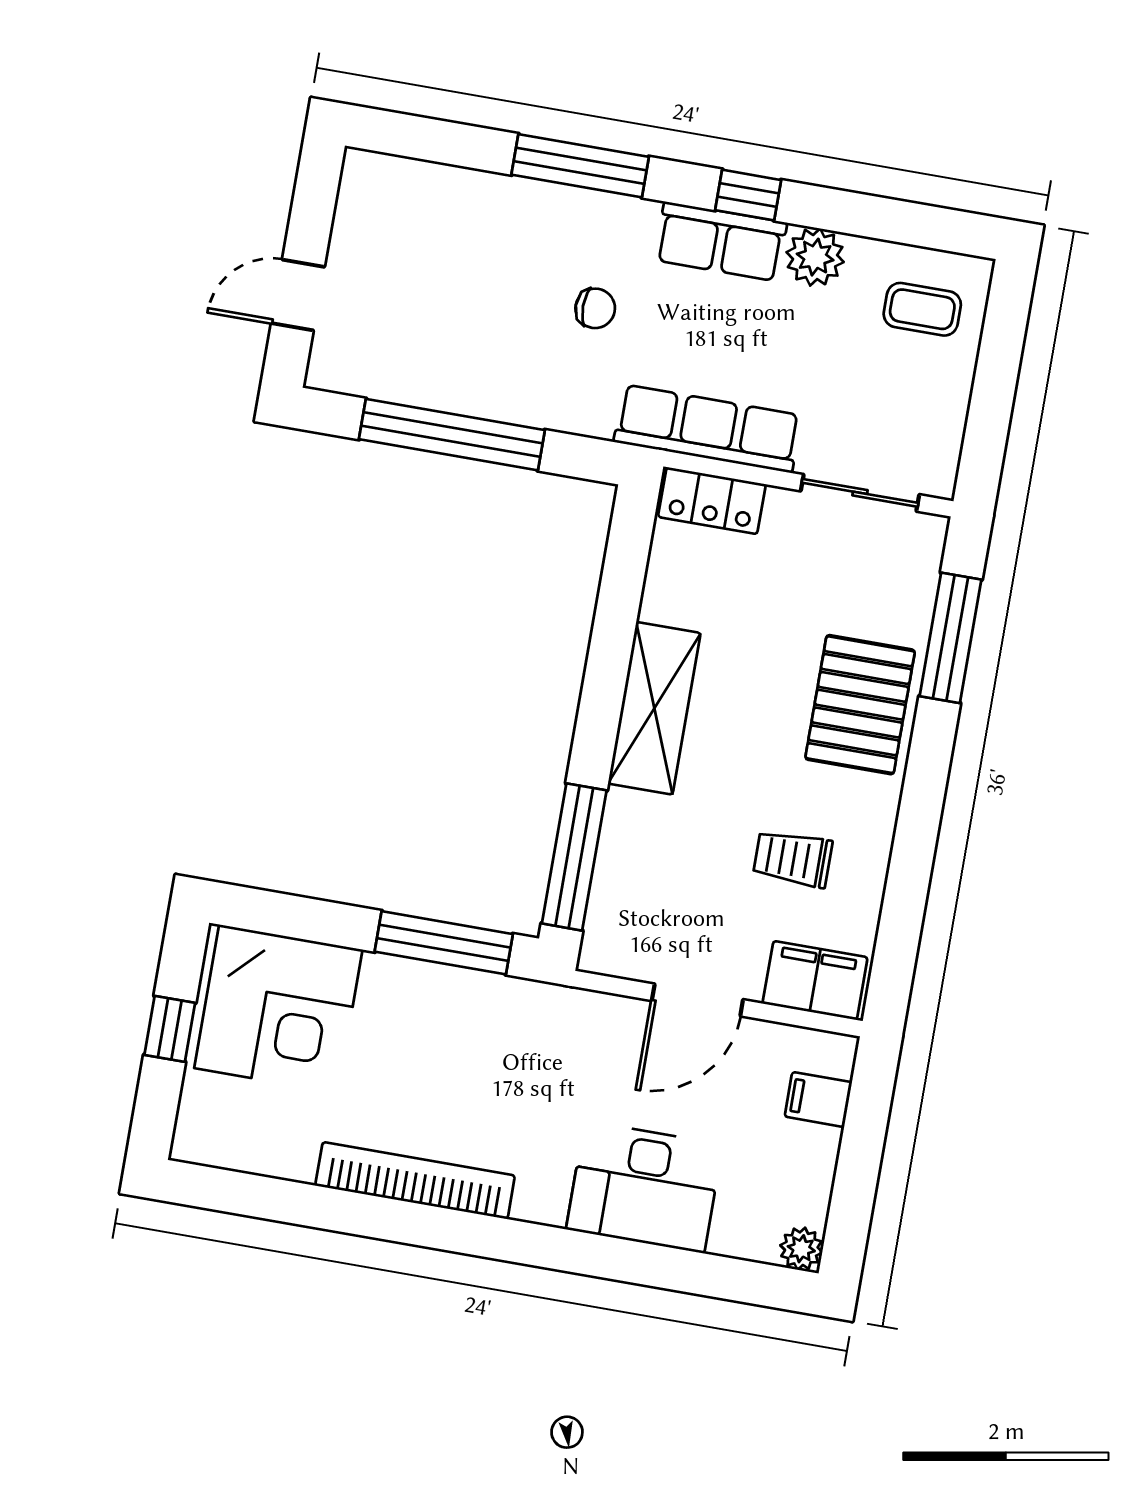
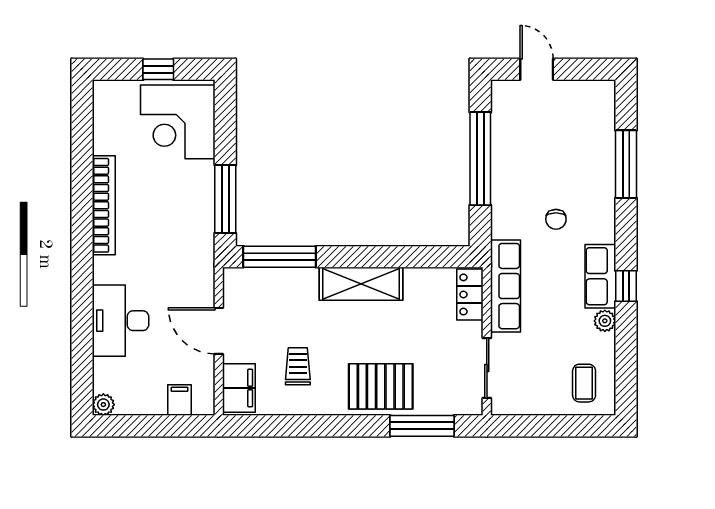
window: (580, 166) -> (626, 164), moved
plant: (815, 257) -> (605, 321), width x0.73, depth x0.73

